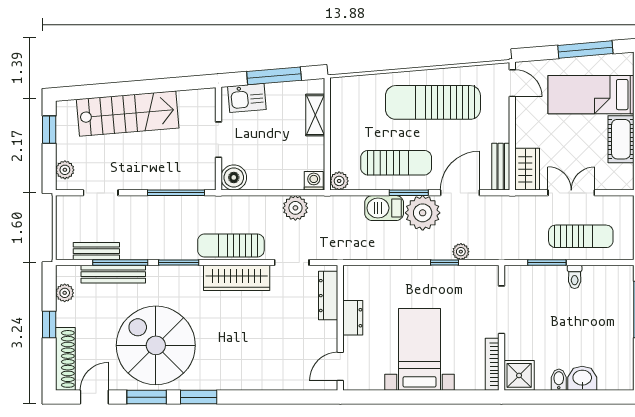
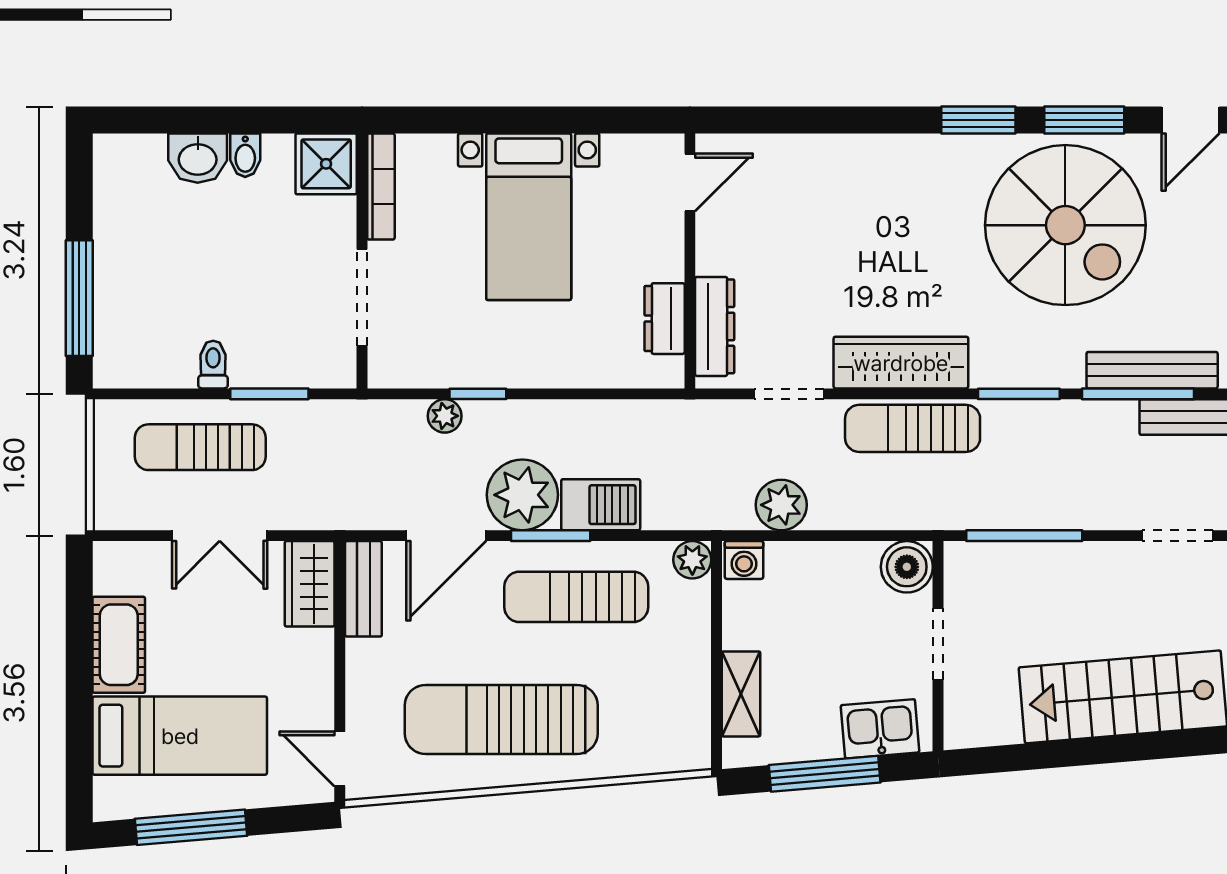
sun lounger: (433, 102) -> (501, 719), turned 180
sun lounger: (231, 246) -> (913, 428), turned 180
dresser: (353, 318) -> (665, 319), moved

